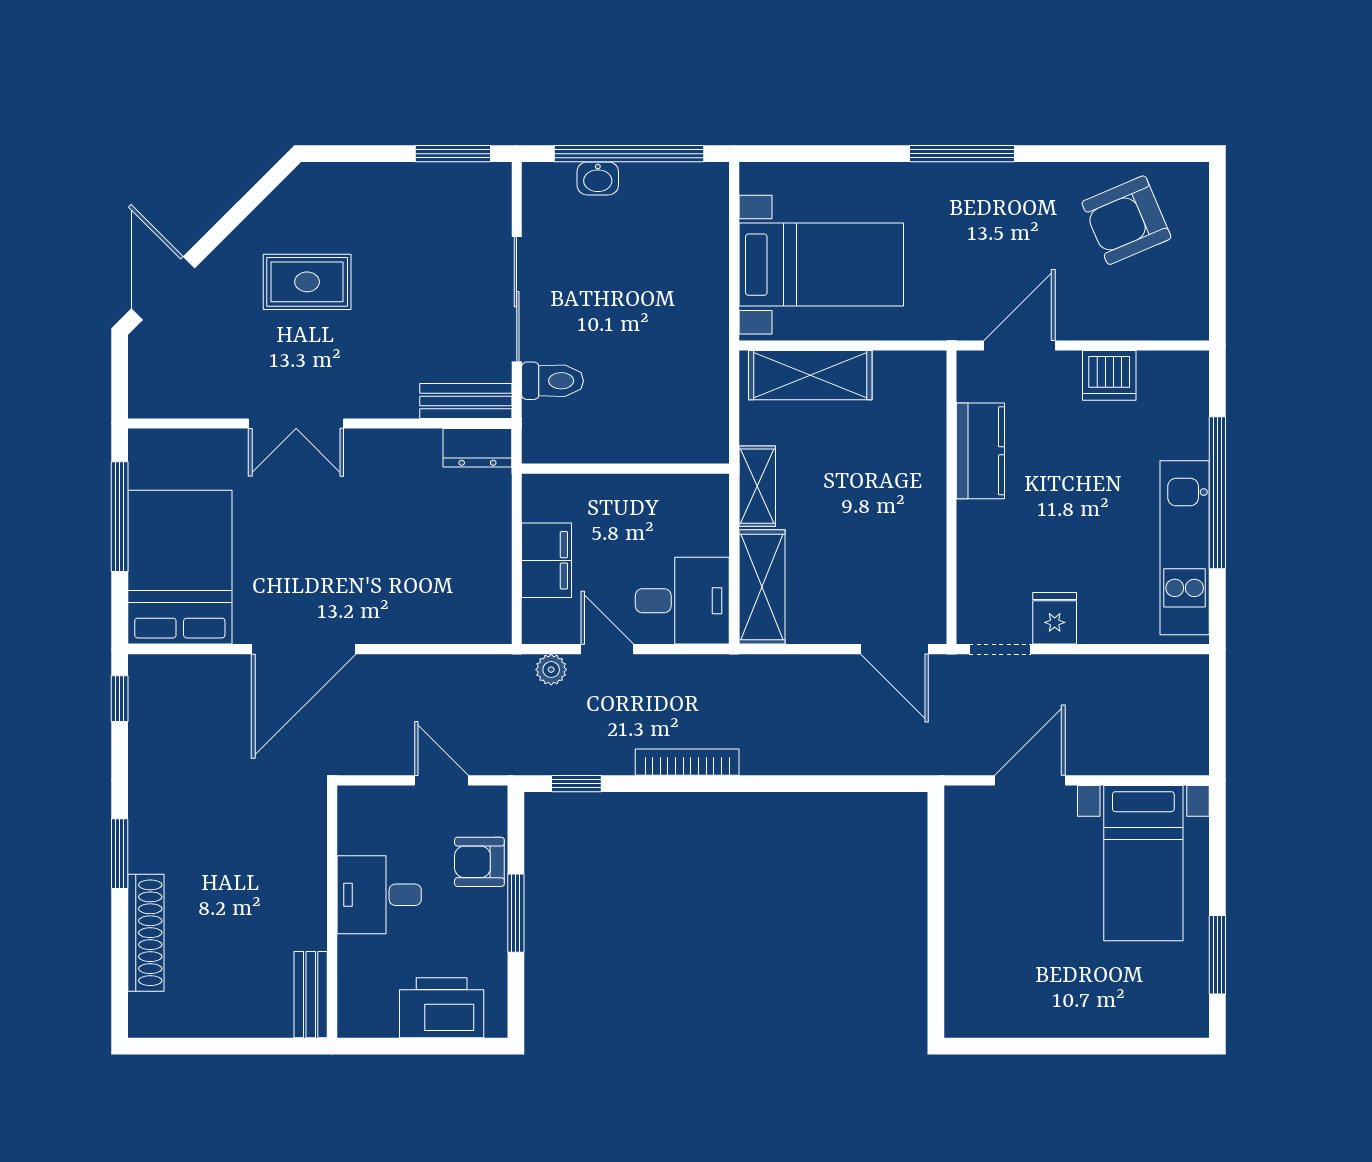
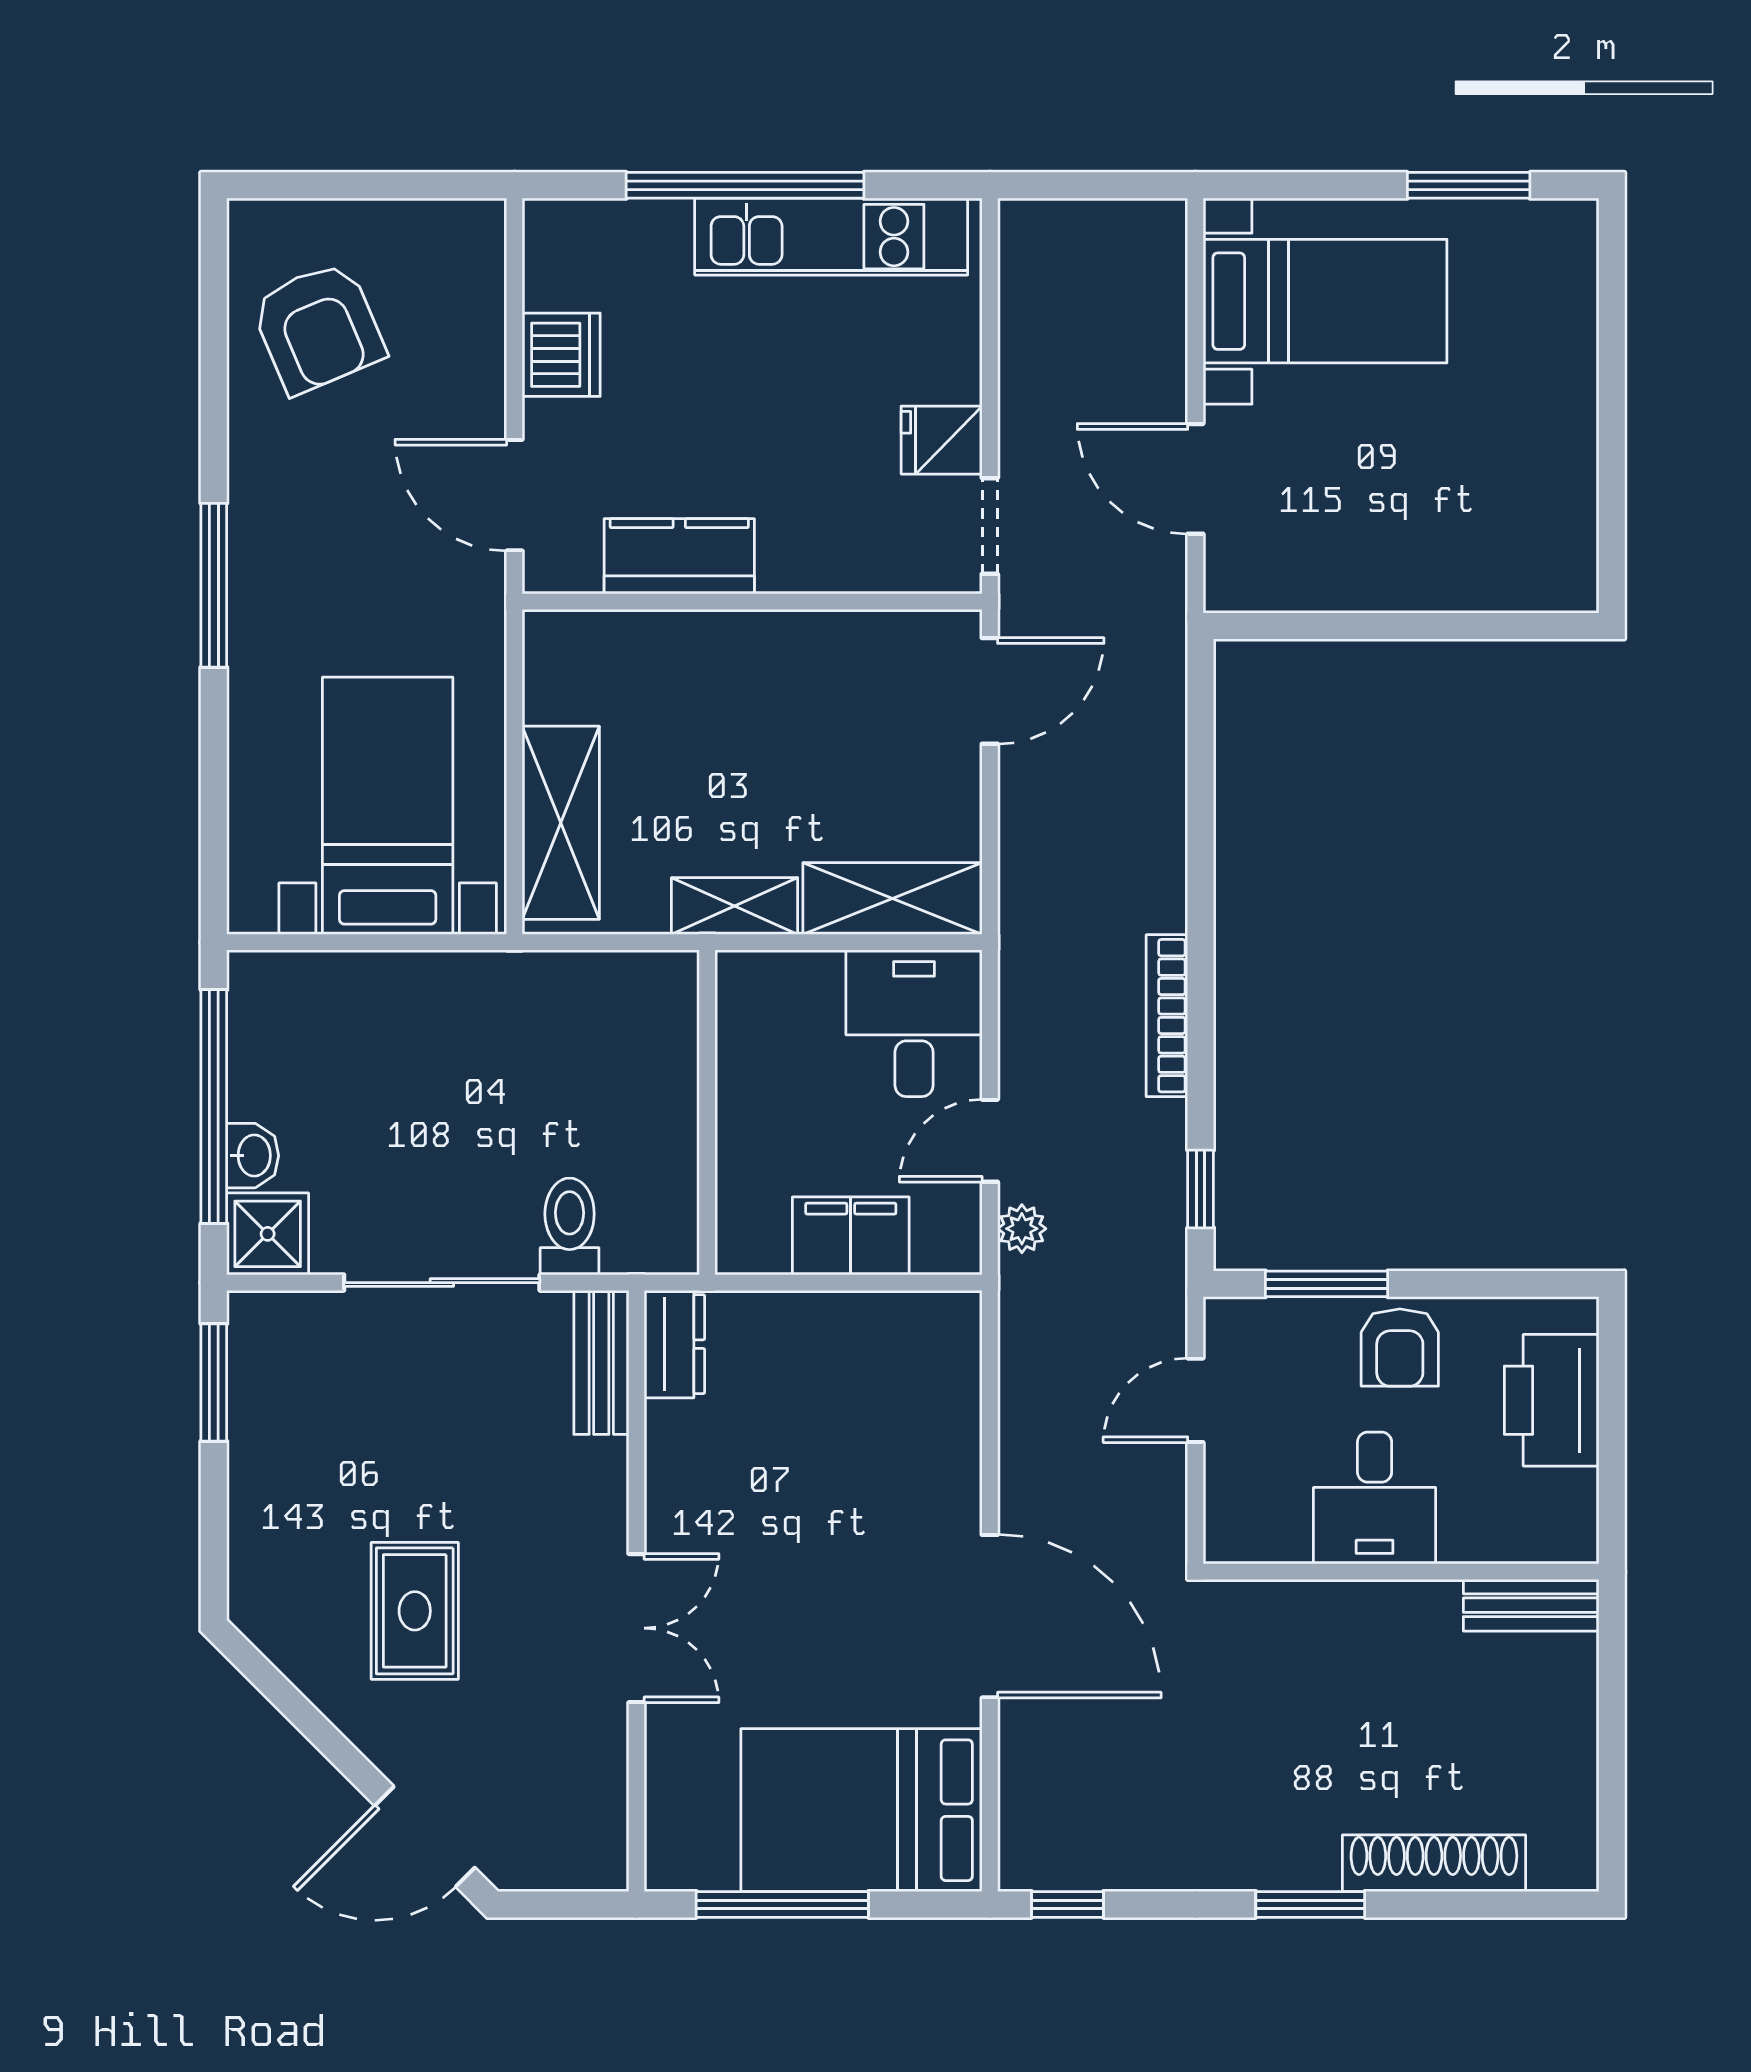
shower: (548, 188) -> (268, 1234), added
armchair: (479, 862) -> (1400, 1348), moved
window: (516, 913) -> (1327, 1284), moved

